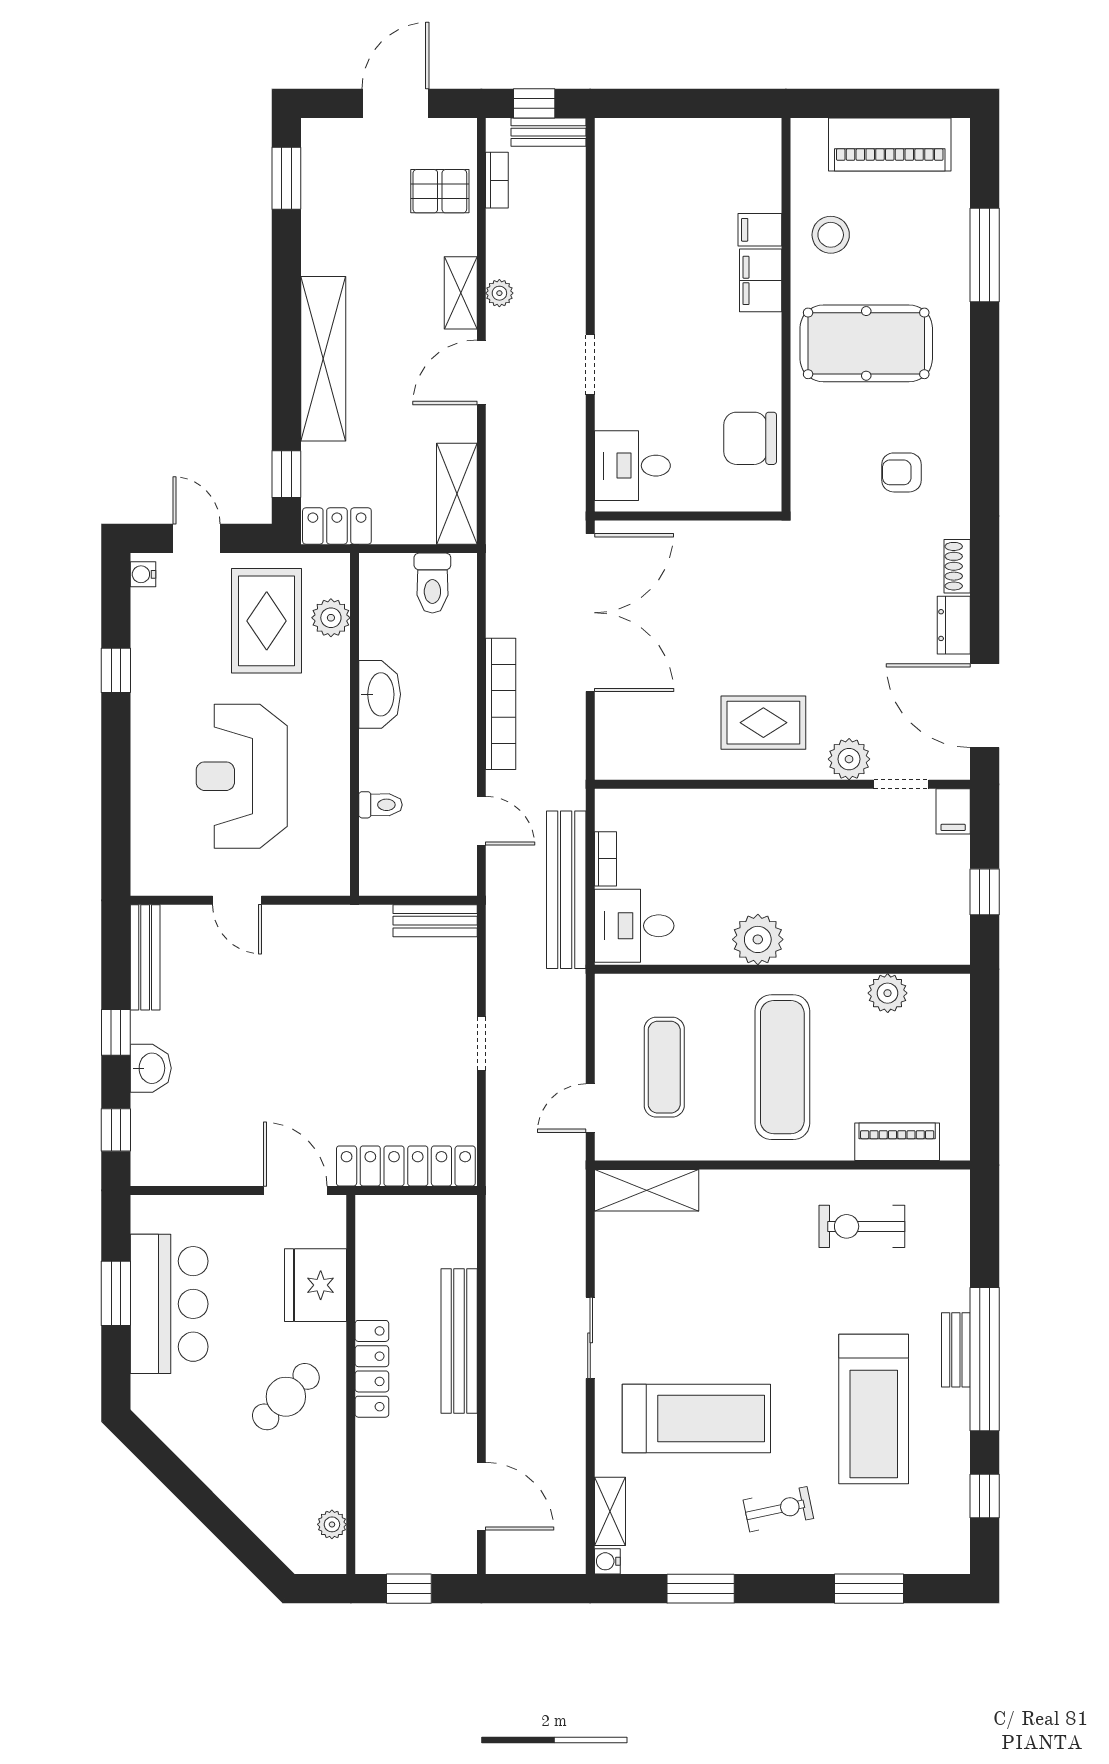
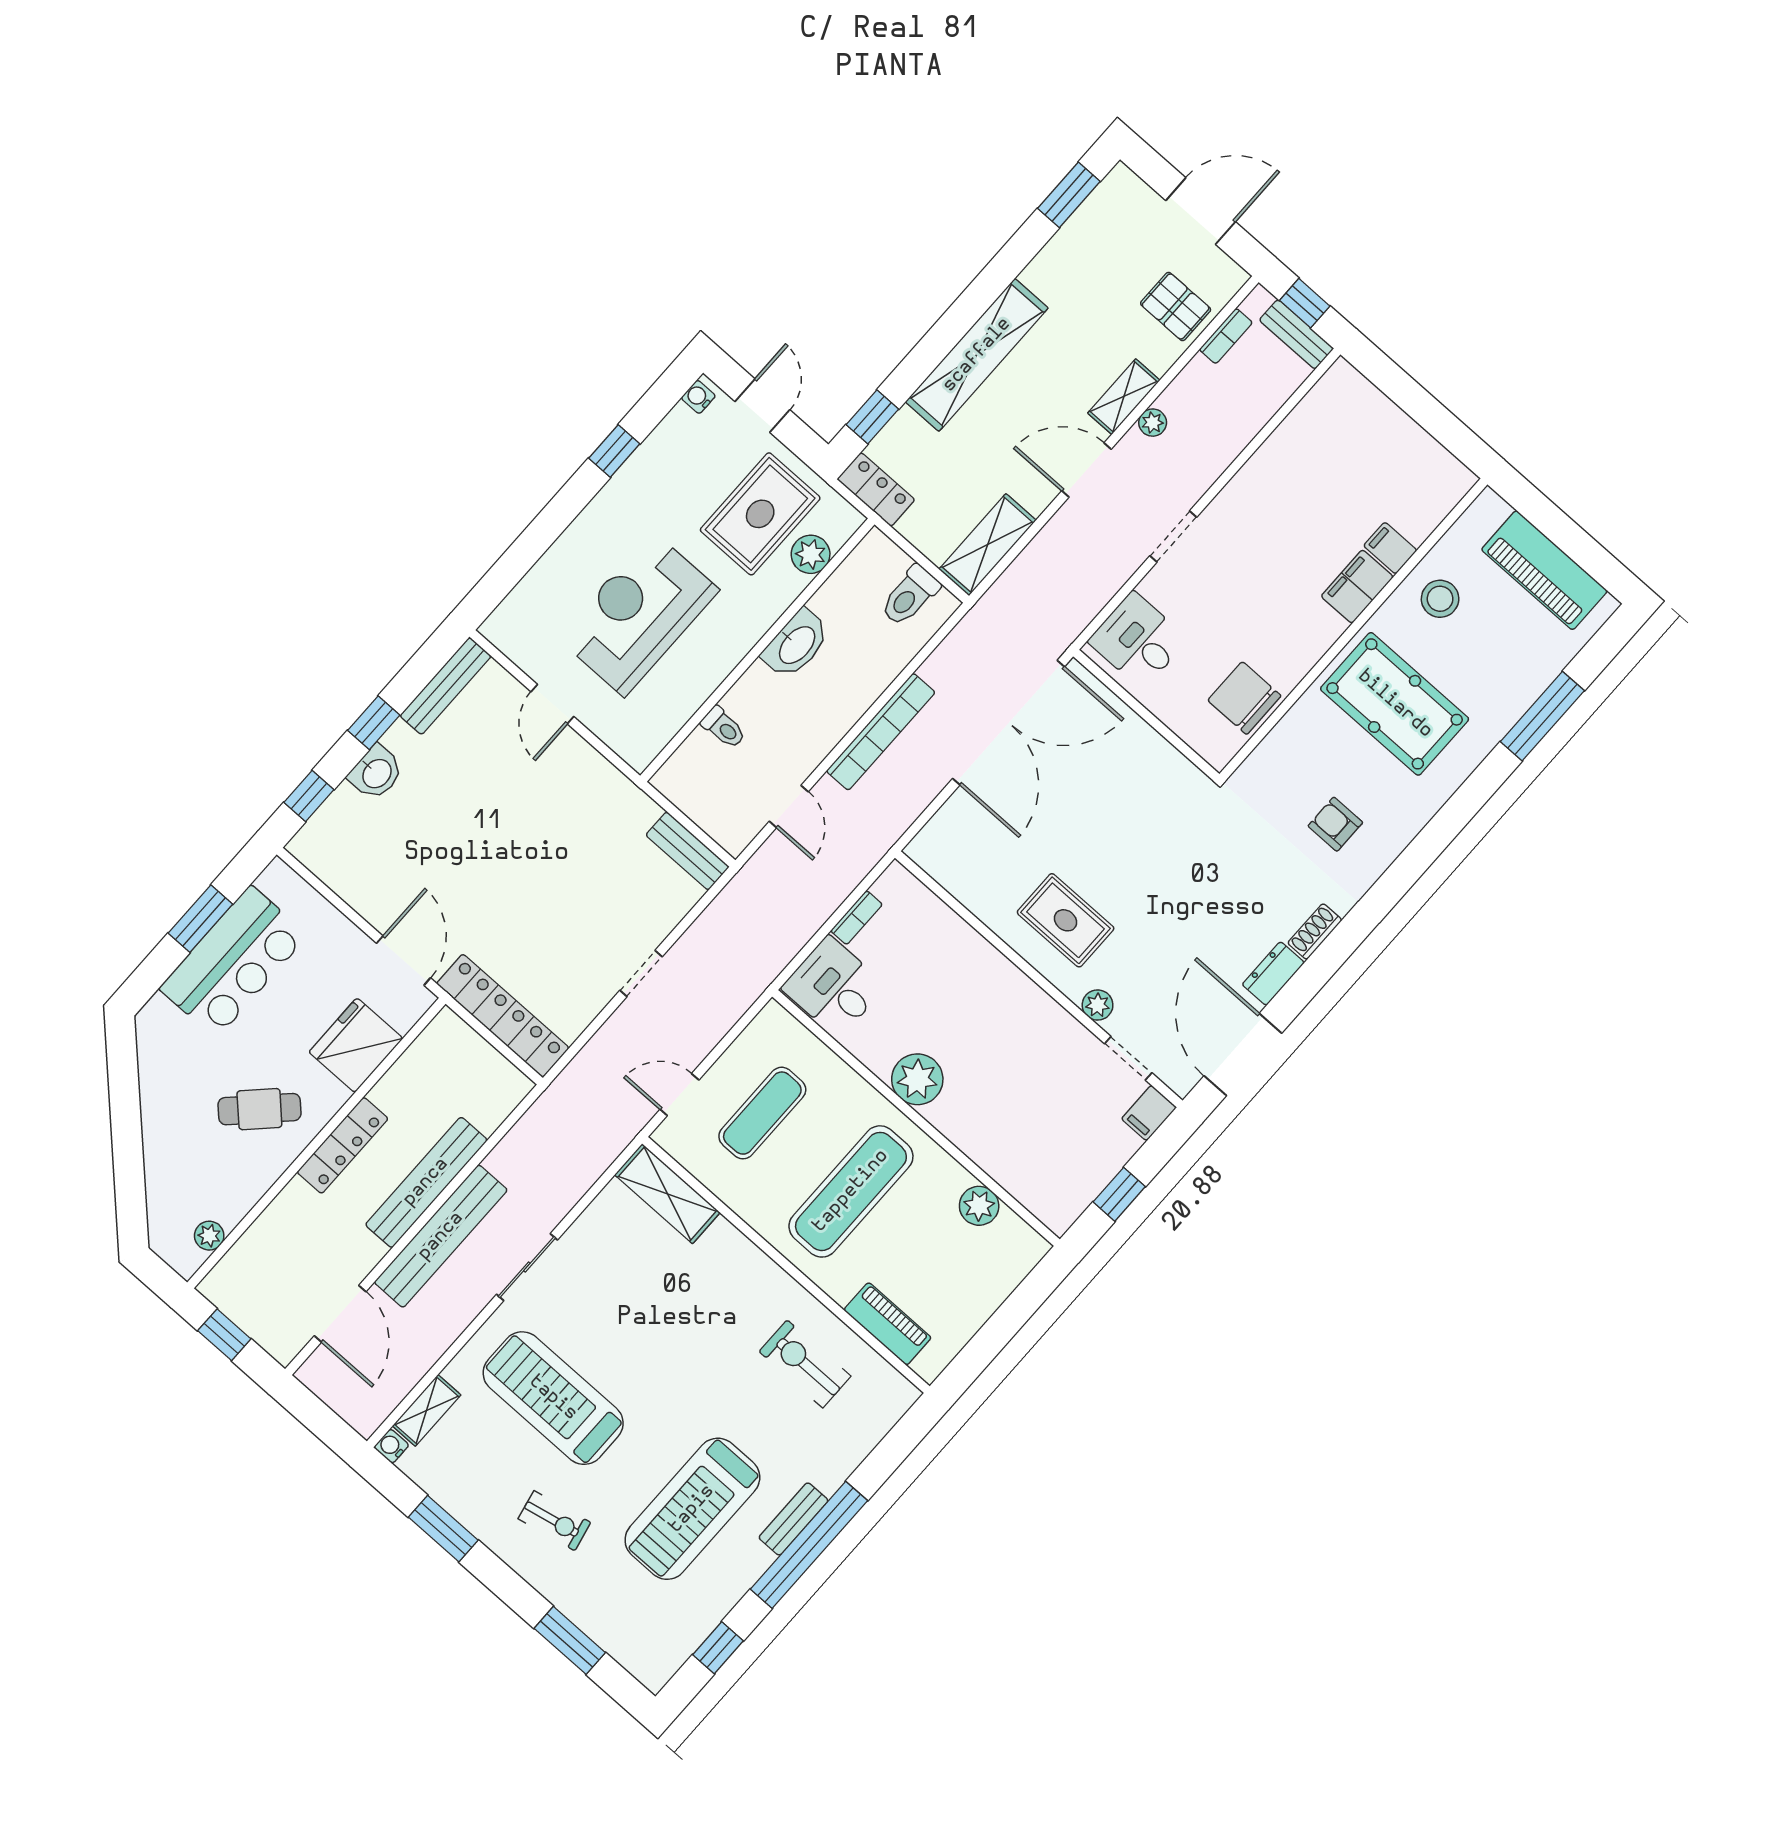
plant: (849, 759) -> (1098, 1005), width x0.73, depth x0.73
bench: (566, 890) -> (441, 1236), moved
treadmill: (696, 1418) -> (553, 1398), turned 180

